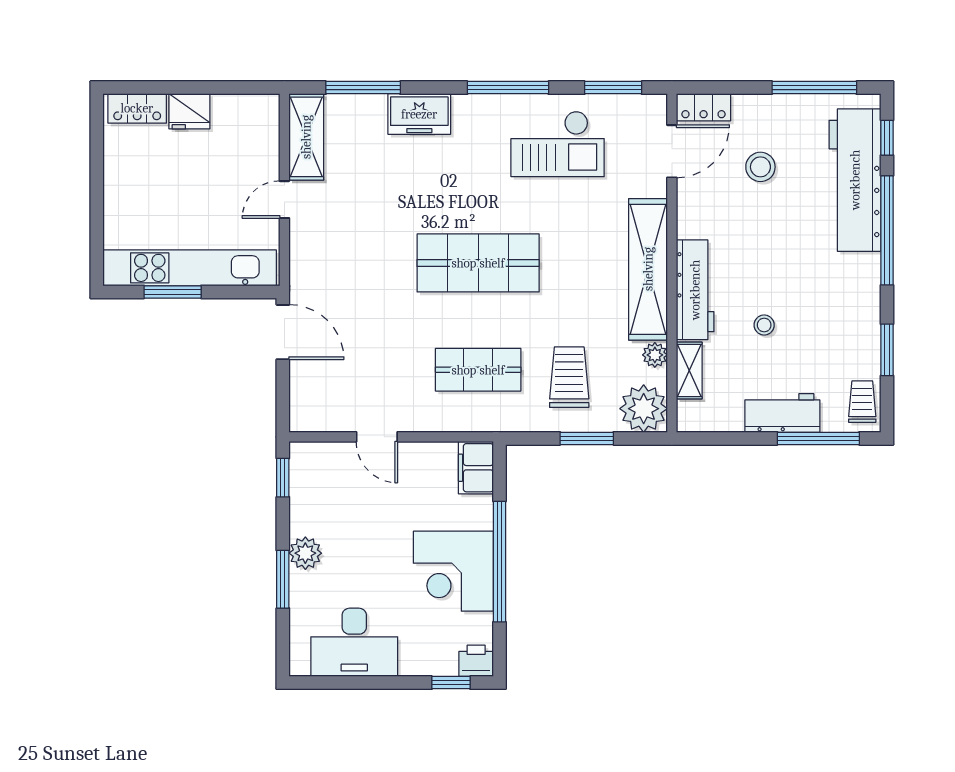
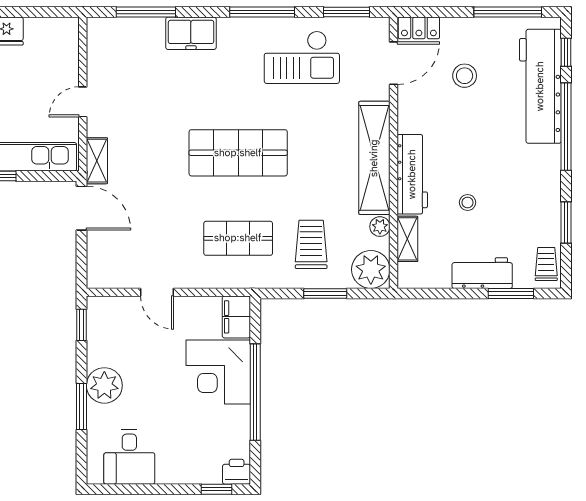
shelving: (306, 137) -> (97, 161), moved, width x0.67, depth x0.75
window: (818, 438) -> (511, 293), width x0.69
plant: (305, 553) -> (104, 385), width x1.36, depth x1.36
corner desk: (453, 571) -> (218, 372), moved
desk: (354, 642) -> (129, 457), width x0.73

